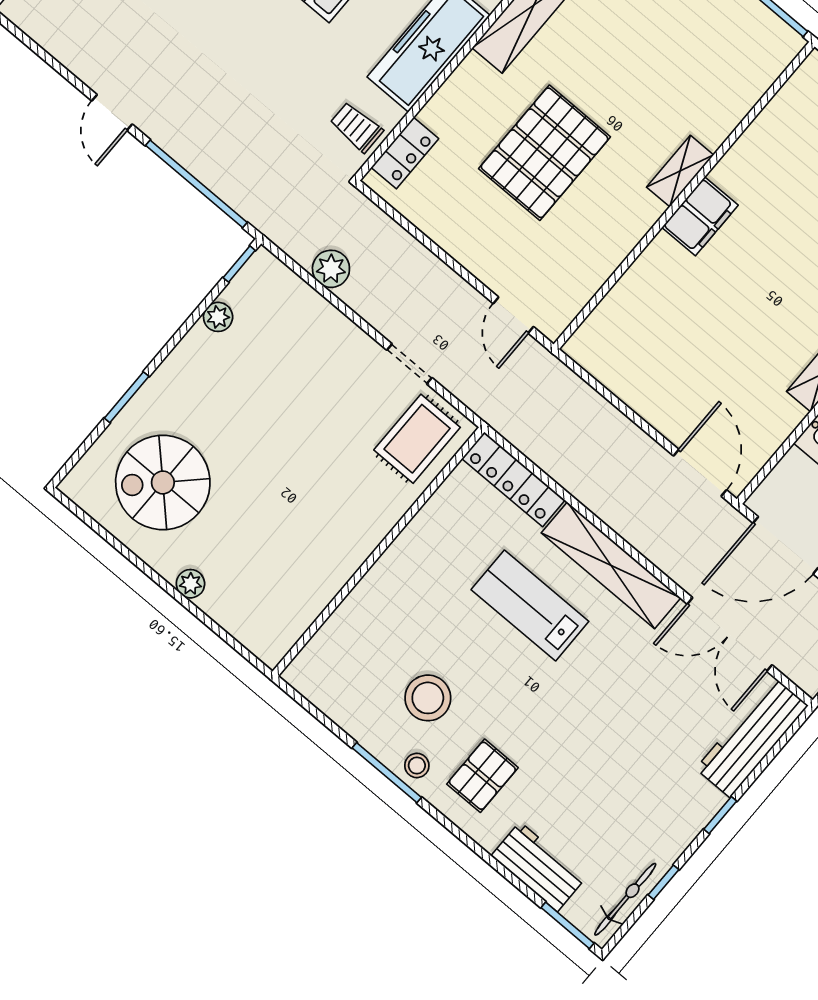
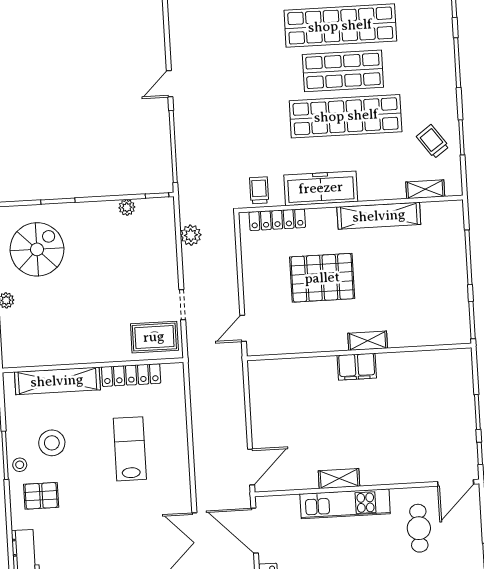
locker: (405, 153) -> (277, 220), width x1.53
locker: (513, 479) -> (131, 375), moved, turned -90
spiral stairs: (163, 482) -> (37, 249), turned 90
shelving: (611, 565) -> (57, 381), moved, turned 90

